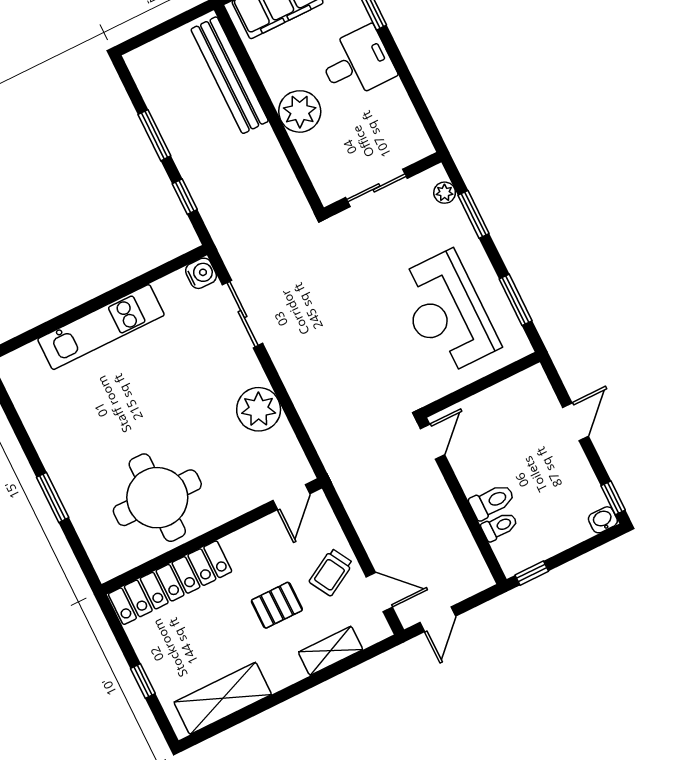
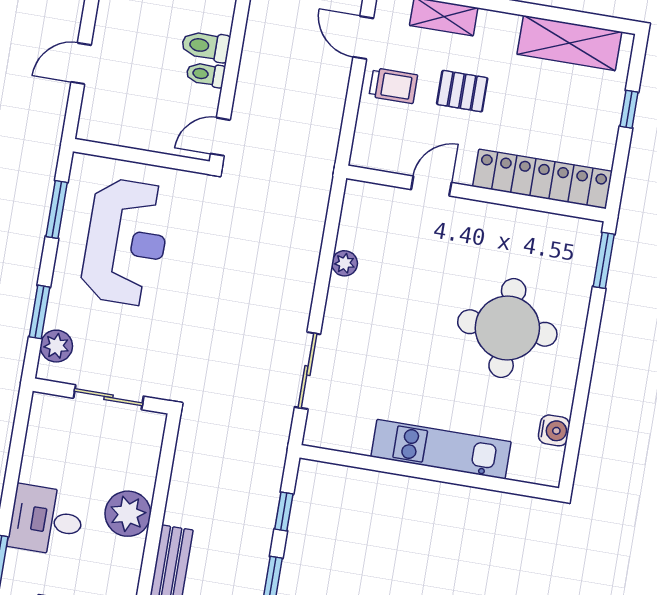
plant: (445, 193) -> (56, 346), width x1.38, depth x1.38
water cooler: (201, 273) -> (554, 430), moved, turned 180
plant: (259, 409) -> (345, 263), width x0.53, depth x0.53
window: (53, 497) -> (604, 260), moved
door: (291, 497) -> (431, 186), moved
round table: (157, 498) -> (507, 328), moved
toilet: (500, 526) -> (206, 74), moved
trolley: (331, 572) -> (393, 86), turned 30

